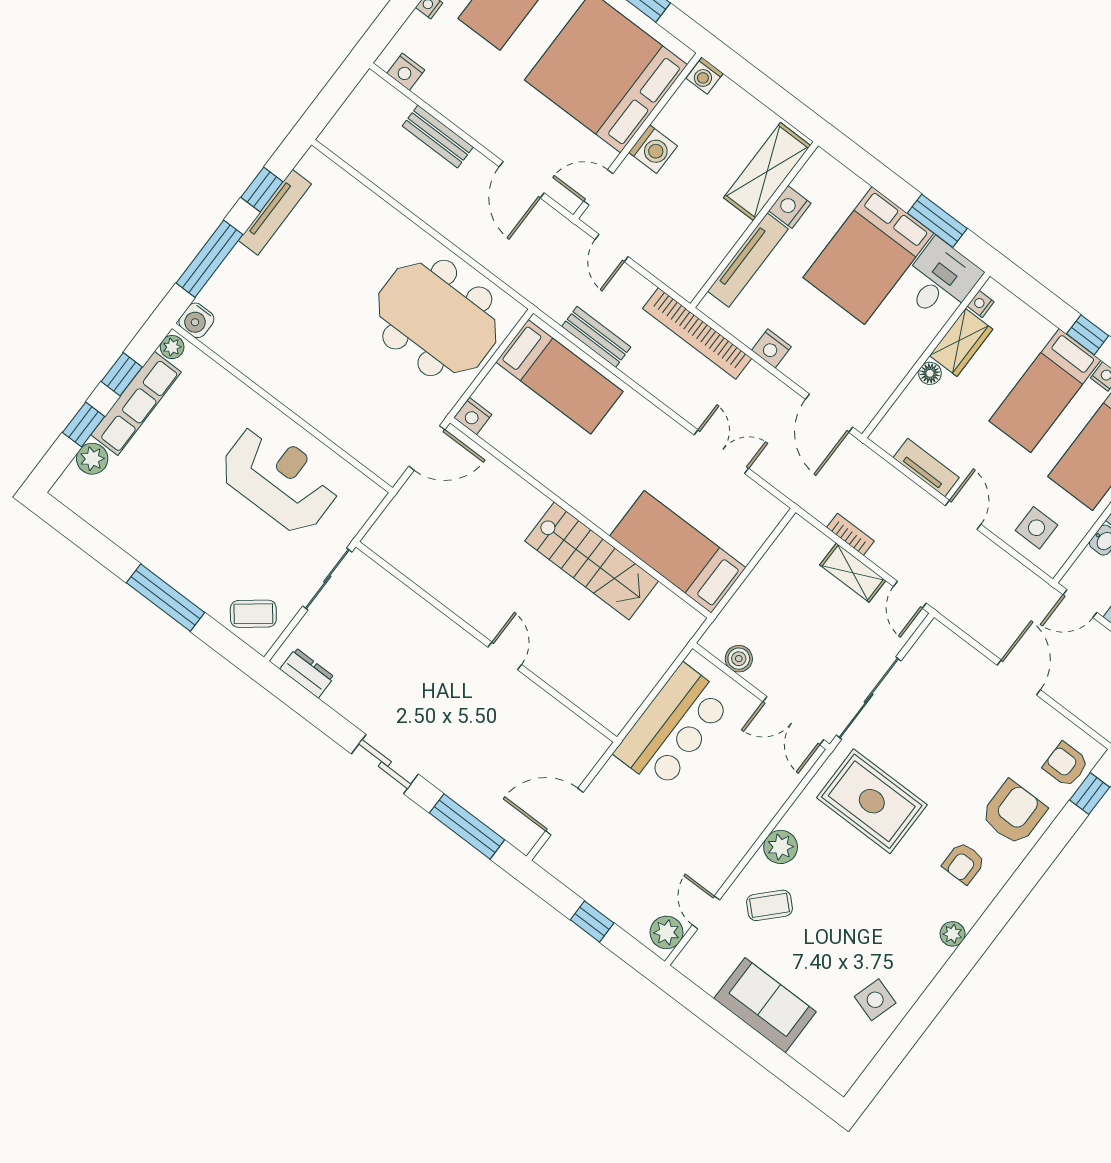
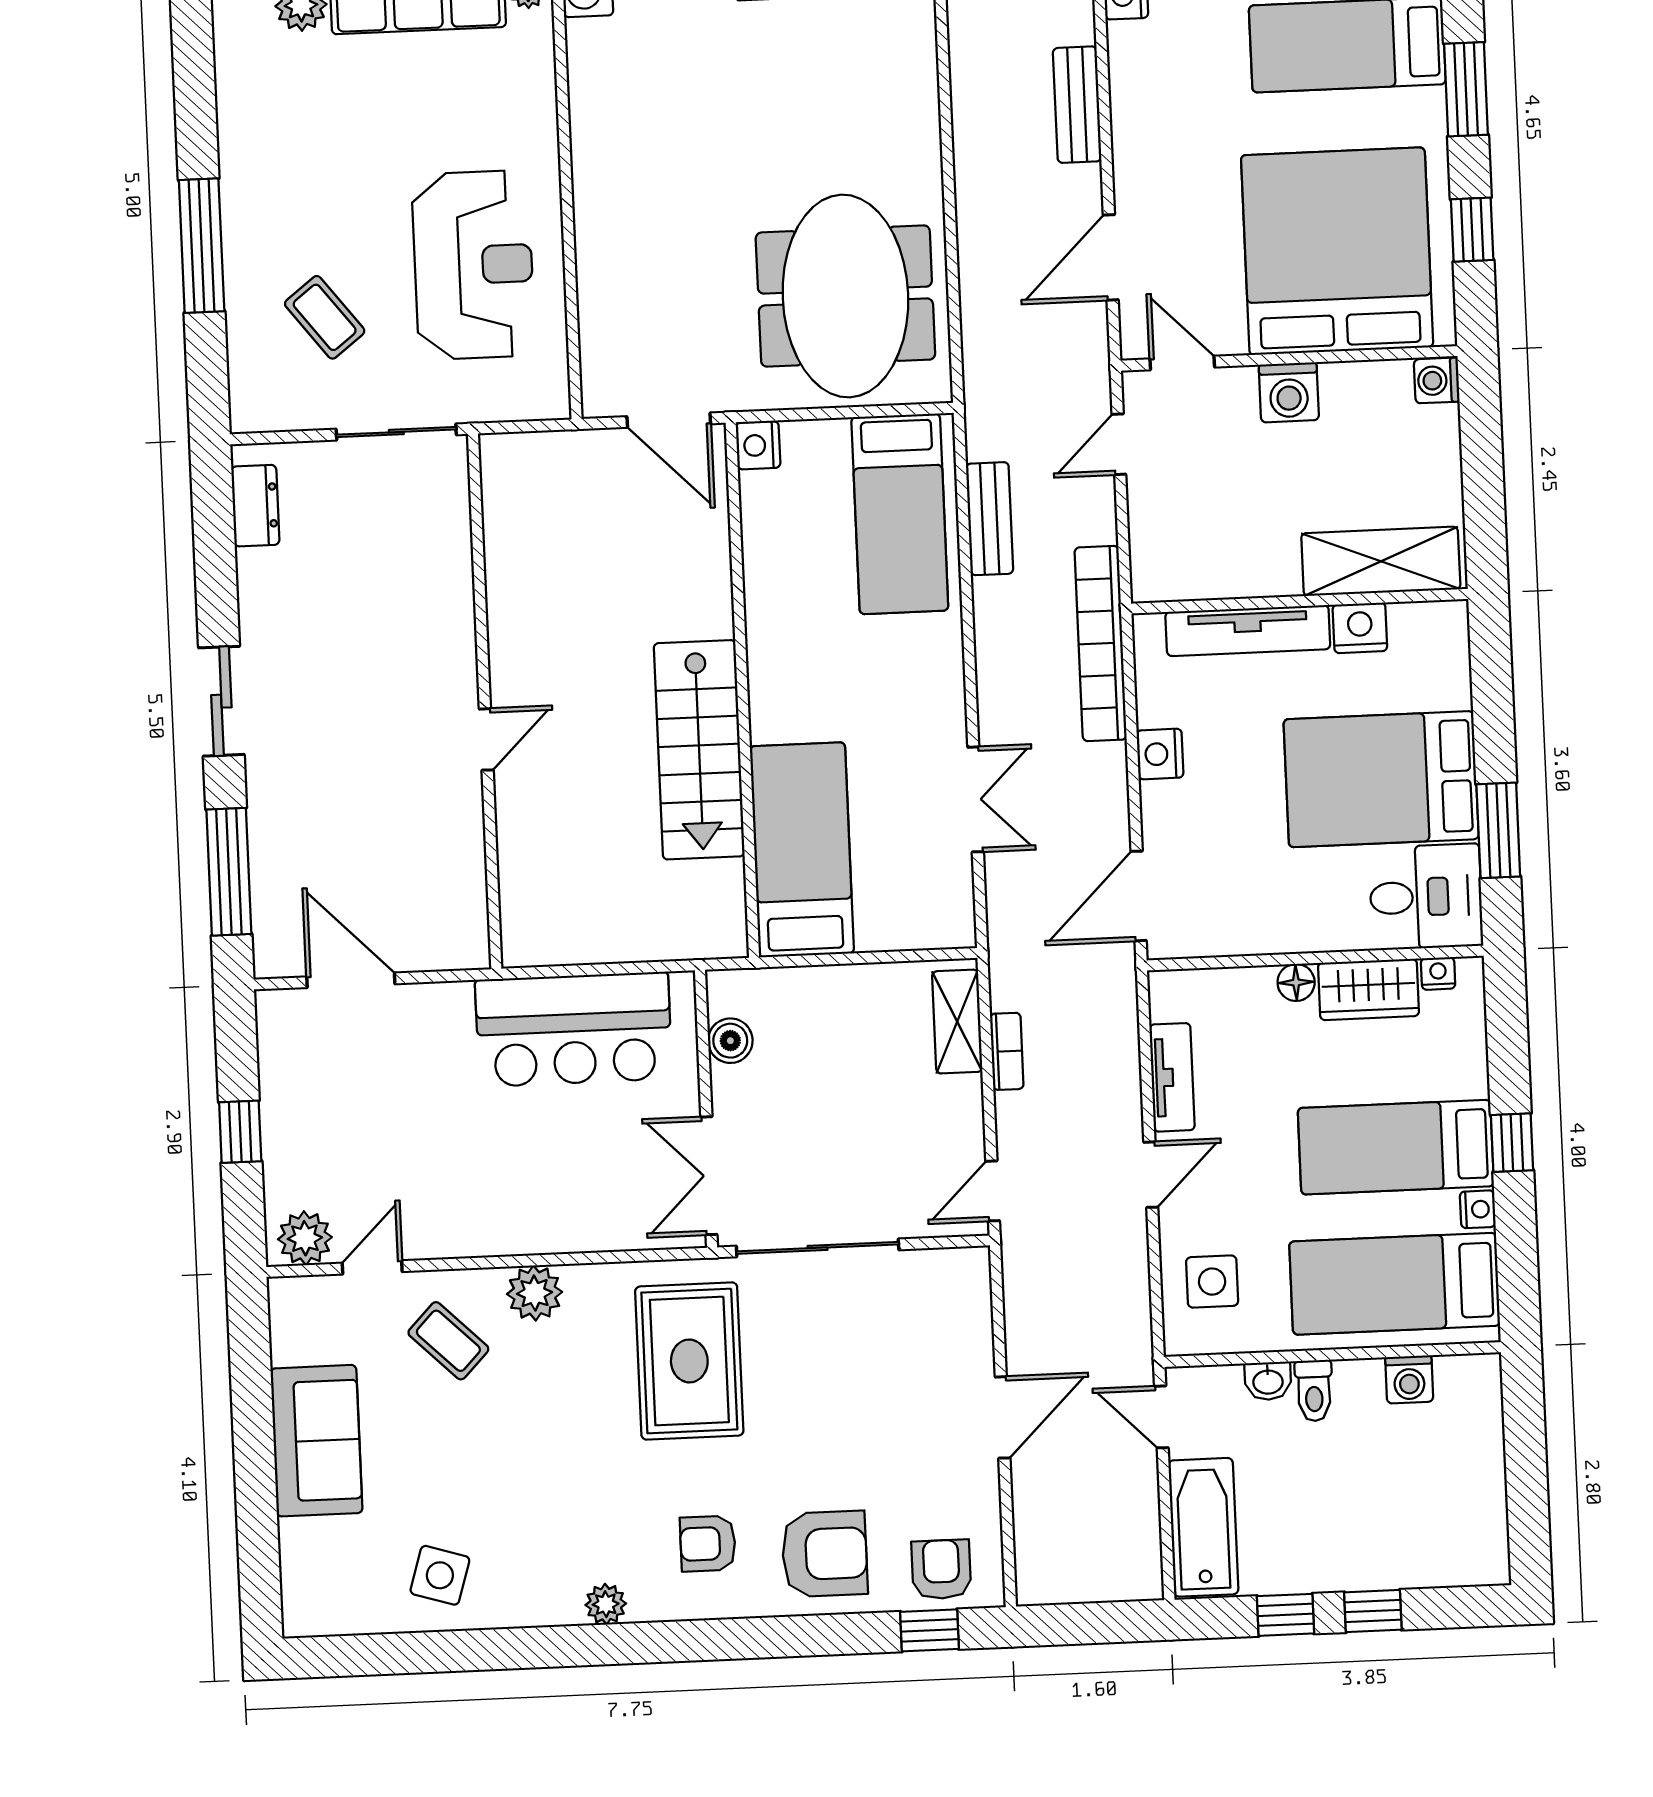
shelving: (853, 573) -> (957, 1022), moved
coffee table: (253, 614) -> (325, 317), moved

